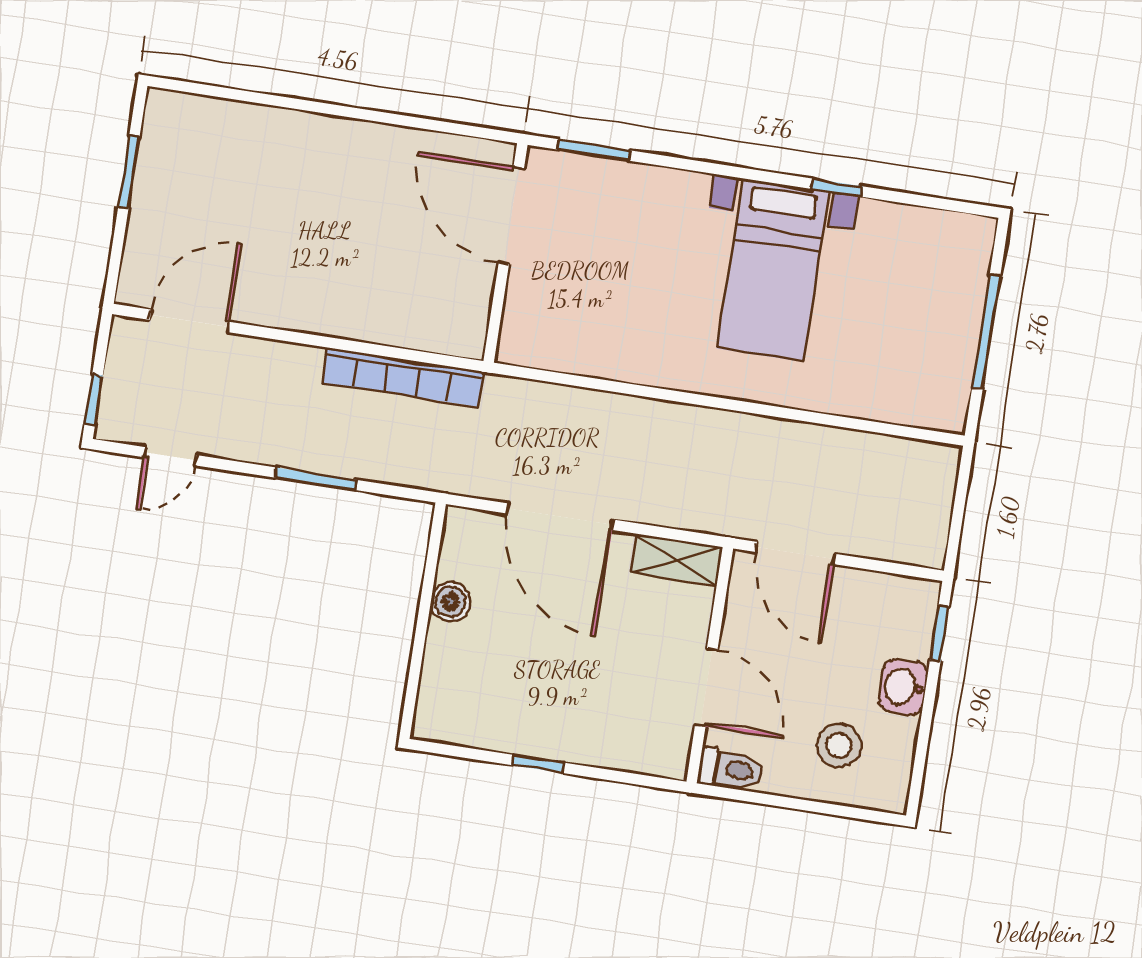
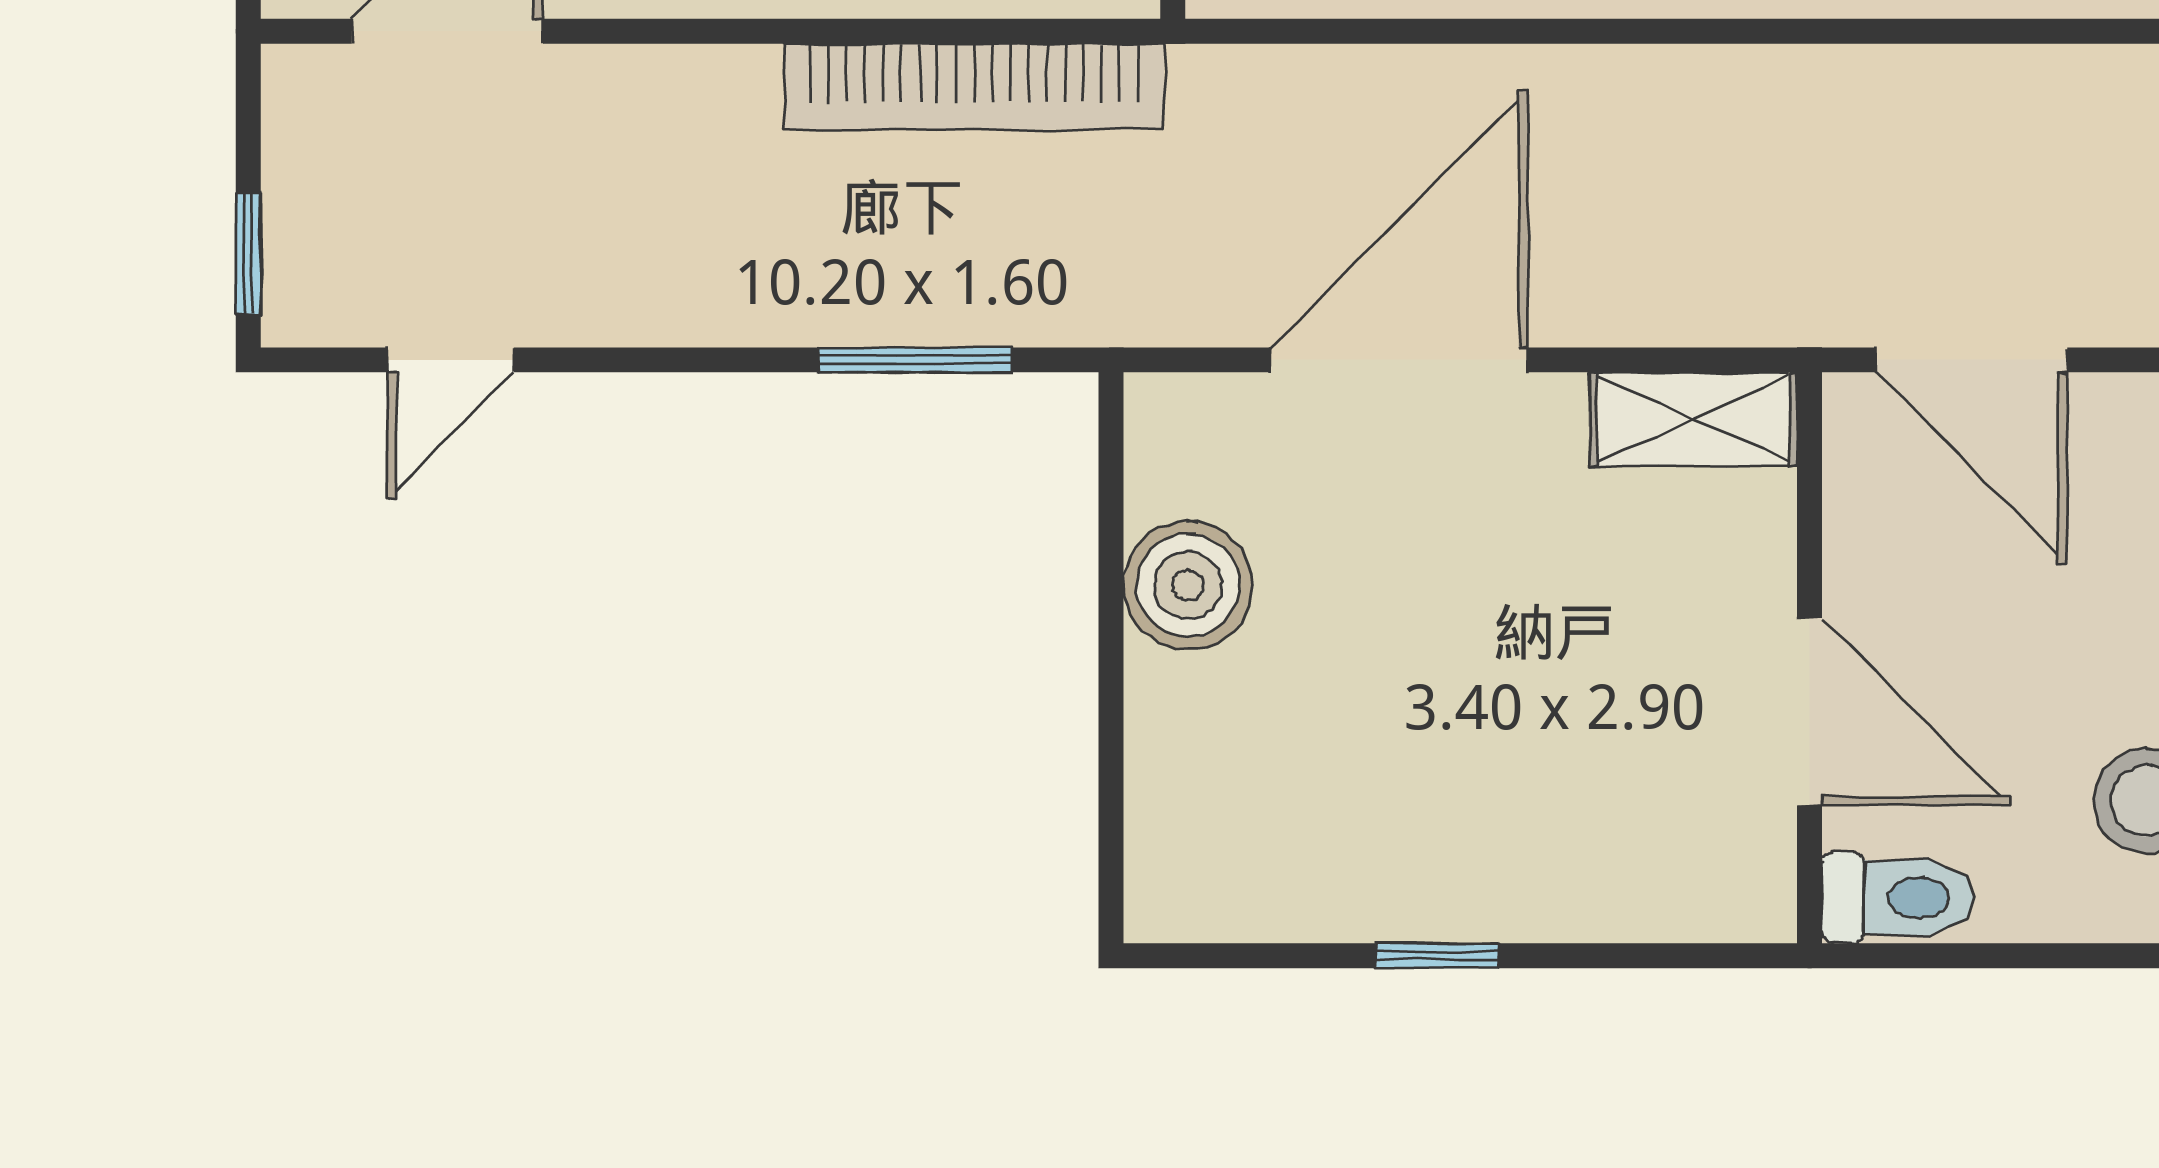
window: (316, 479) -> (915, 360), moved
door: (560, 517) -> (1399, 360), swing flipped
boiler: (451, 602) -> (1188, 585), width x1.36, depth x1.36

